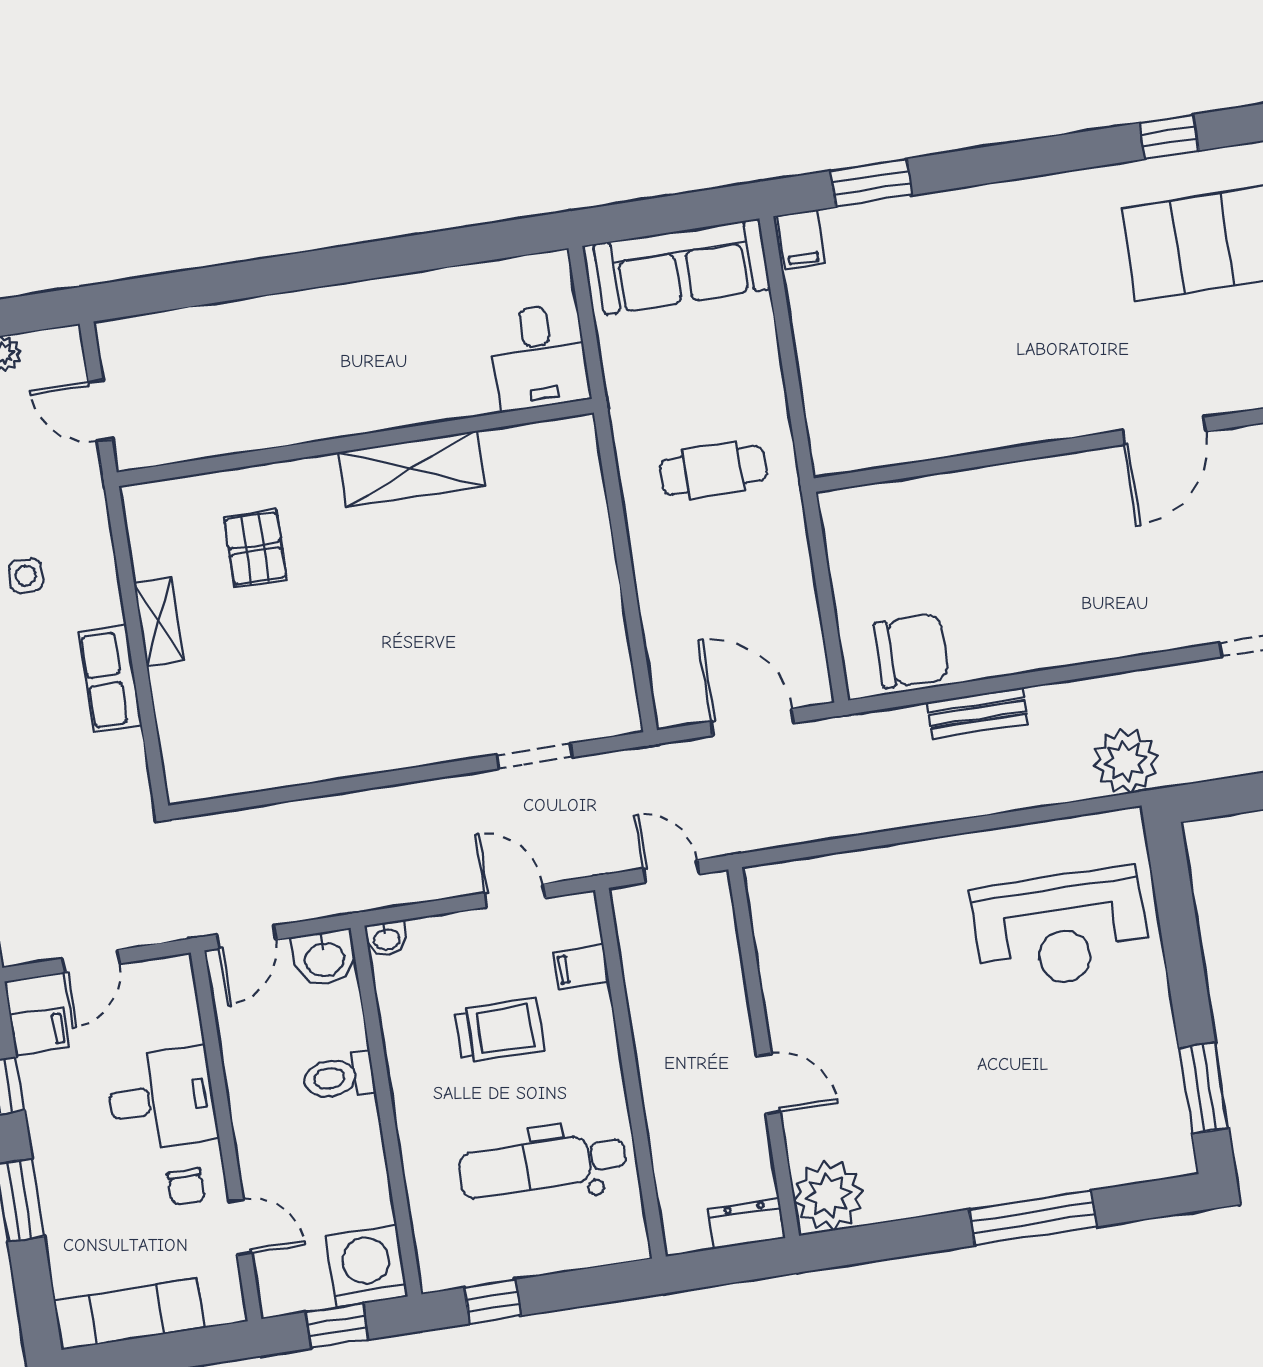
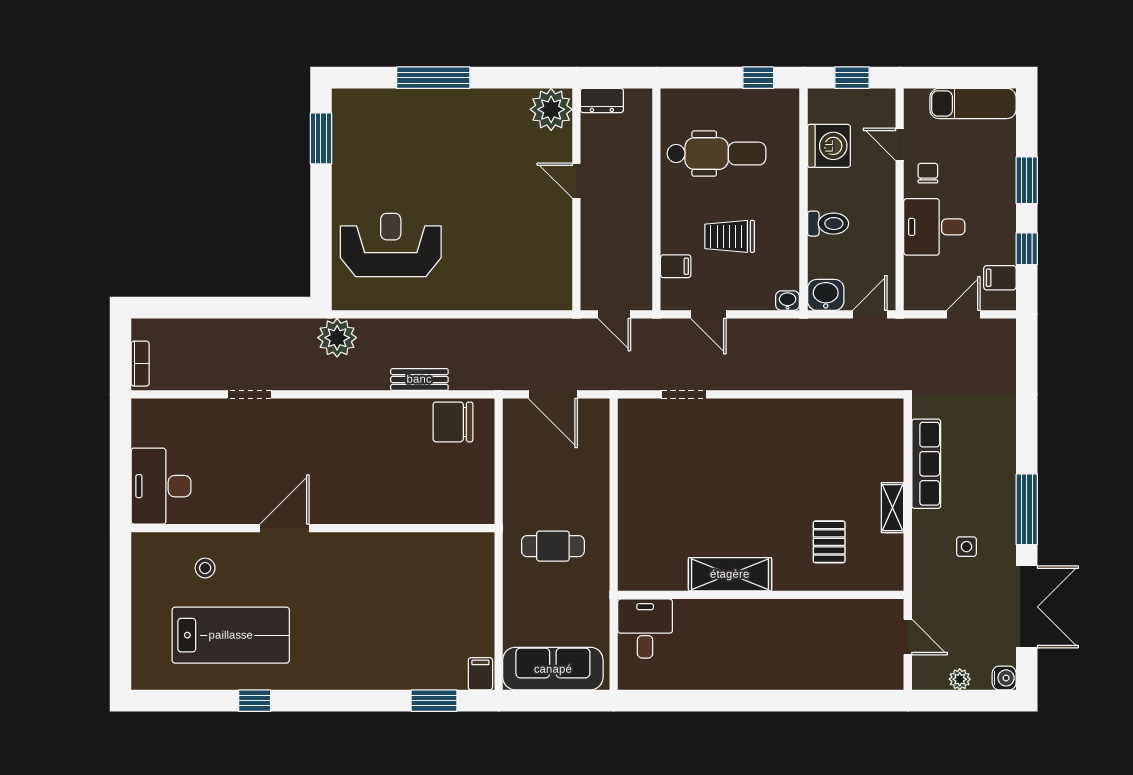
row of seats: (110, 679) -> (926, 464), width x1.48
washing machine: (367, 1266) -> (829, 146), moved, turned -90

